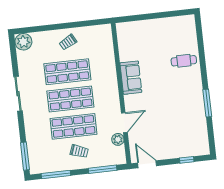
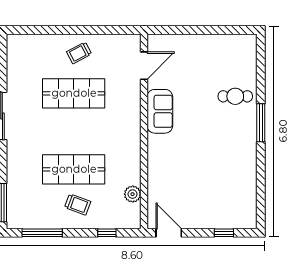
plant: (23, 42) -> (18, 45), removed
shop shelf: (70, 99) -> (74, 131), removed
window: (207, 103) -> (261, 123), moved
door: (124, 123) -> (144, 66), moved
window: (103, 169) -> (107, 233), width x0.46

